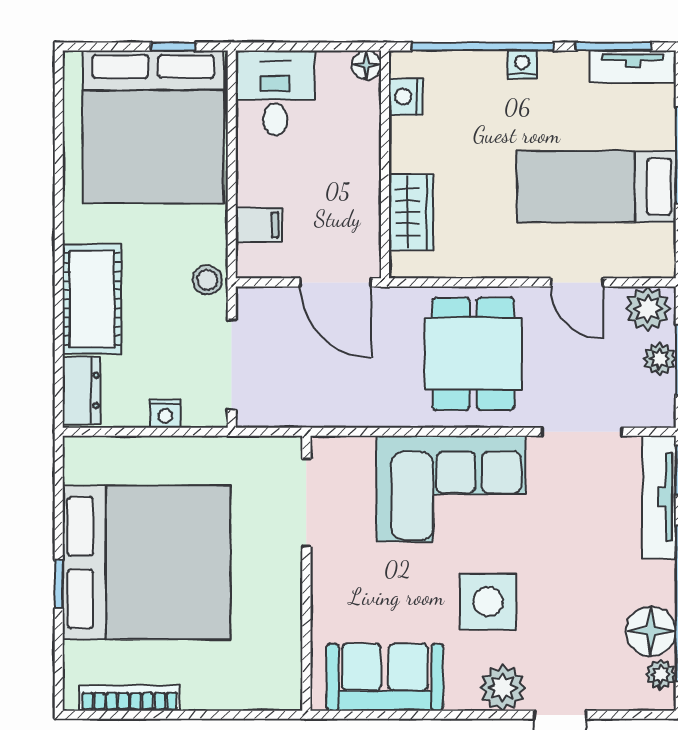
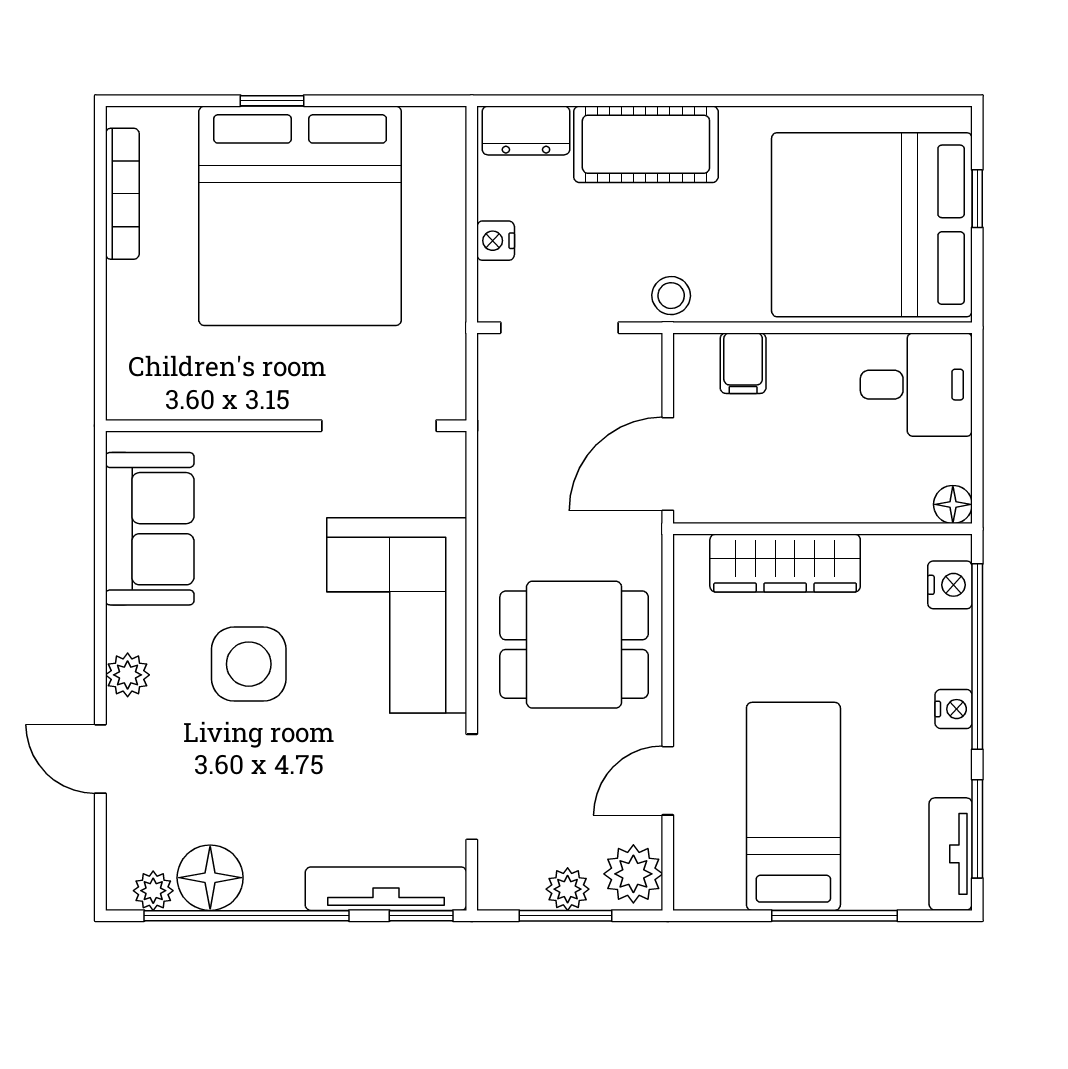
window: (173, 47) -> (977, 199), moved
nightstand: (406, 97) -> (950, 585), moved, turned 90
wardrobe: (411, 212) -> (785, 563), width x1.50
plant: (503, 688) -> (128, 675), width x0.73, depth x0.73

